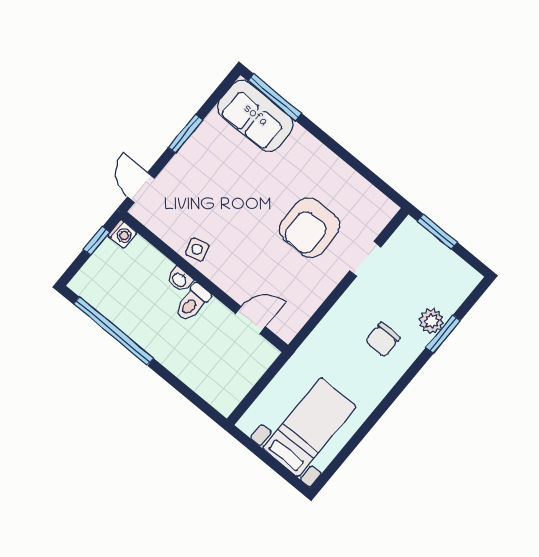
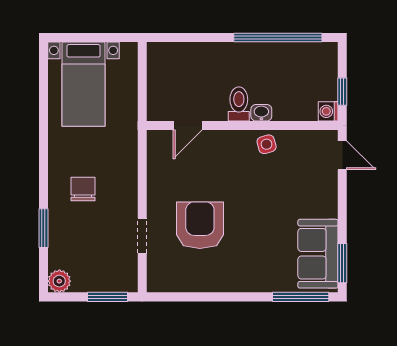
sofa: (255, 116) -> (318, 254), moved, turned -90
window: (185, 134) -> (342, 263), moved
plant: (432, 321) -> (59, 281), moved

